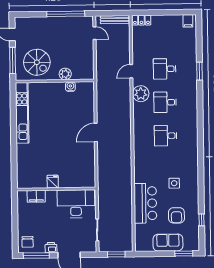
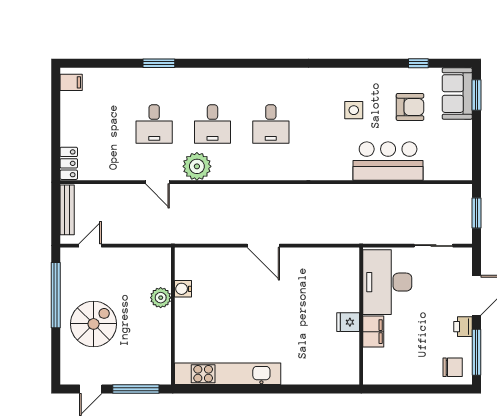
spiral stairs: (37, 62) -> (94, 324), moved
filing cabinet: (36, 196) -> (373, 332), moved
sofa: (168, 243) -> (457, 94), moved

